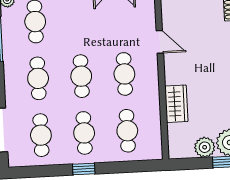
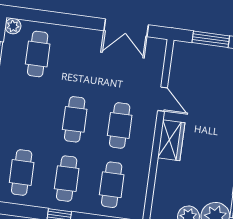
cafe table: (38, 78) -> (30, 113), removed
wardrobe: (176, 104) -> (171, 140), moved

